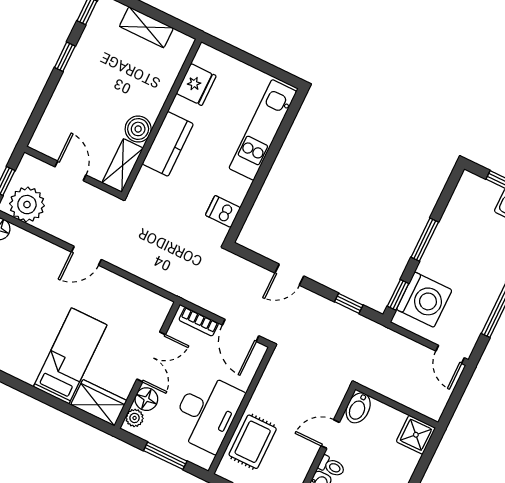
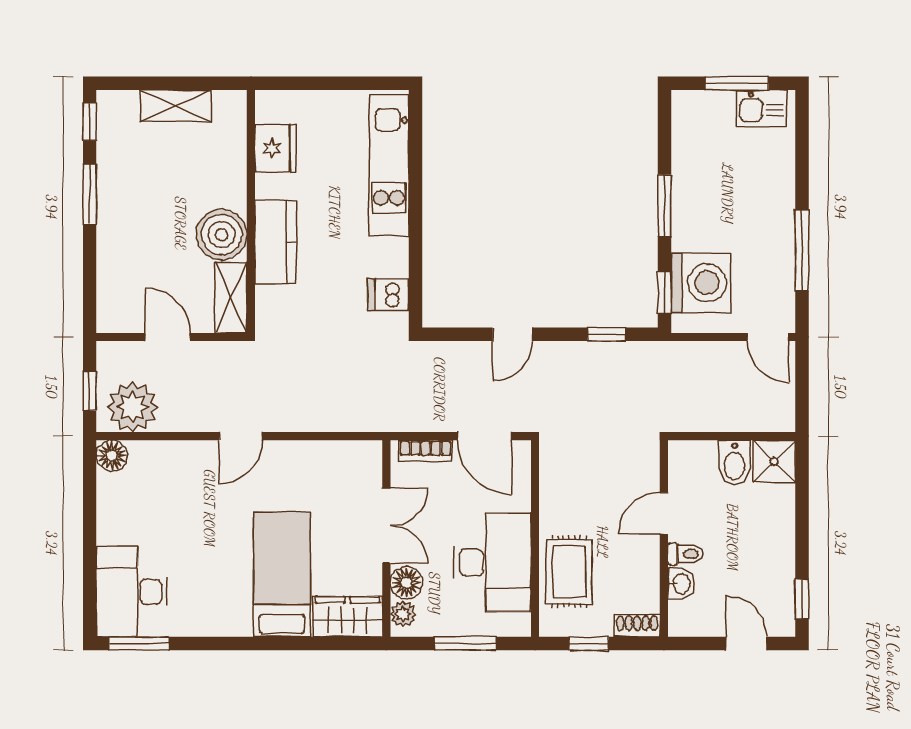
window: (65, 57) -> (90, 194), width x1.50
boiler: (138, 129) -> (222, 235), width x1.37, depth x1.37
bidet: (358, 408) -> (735, 463), moved

